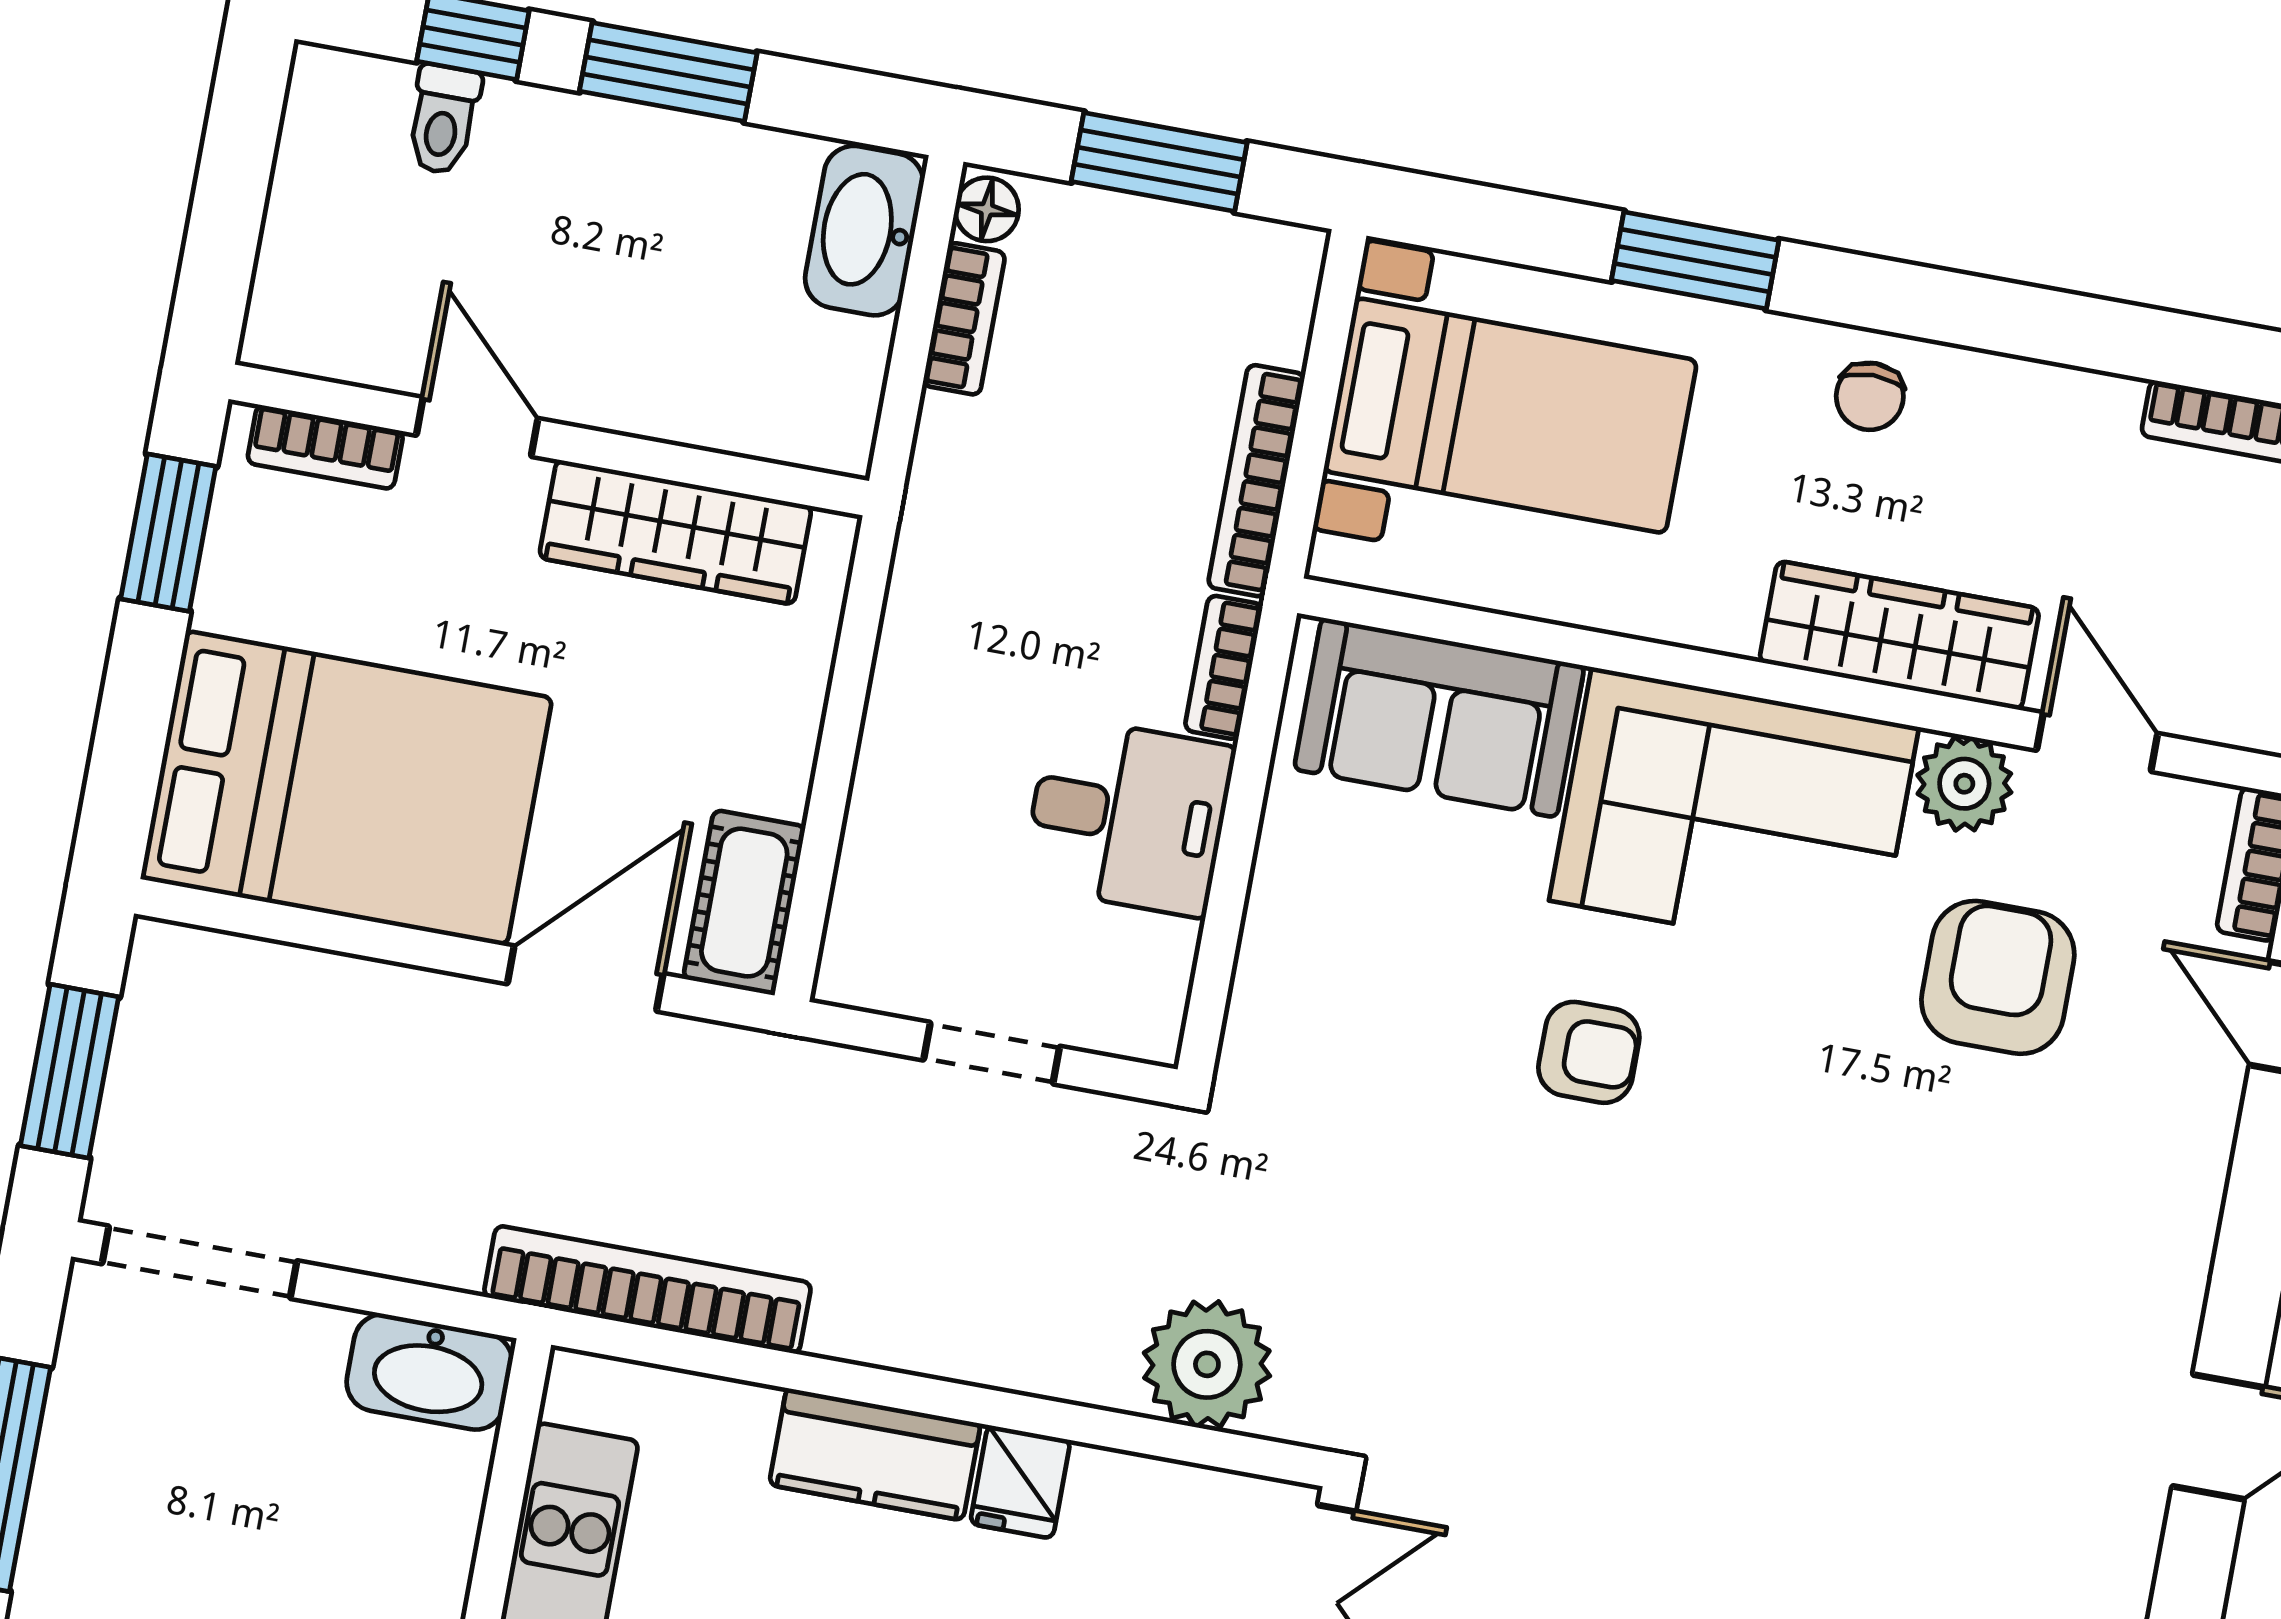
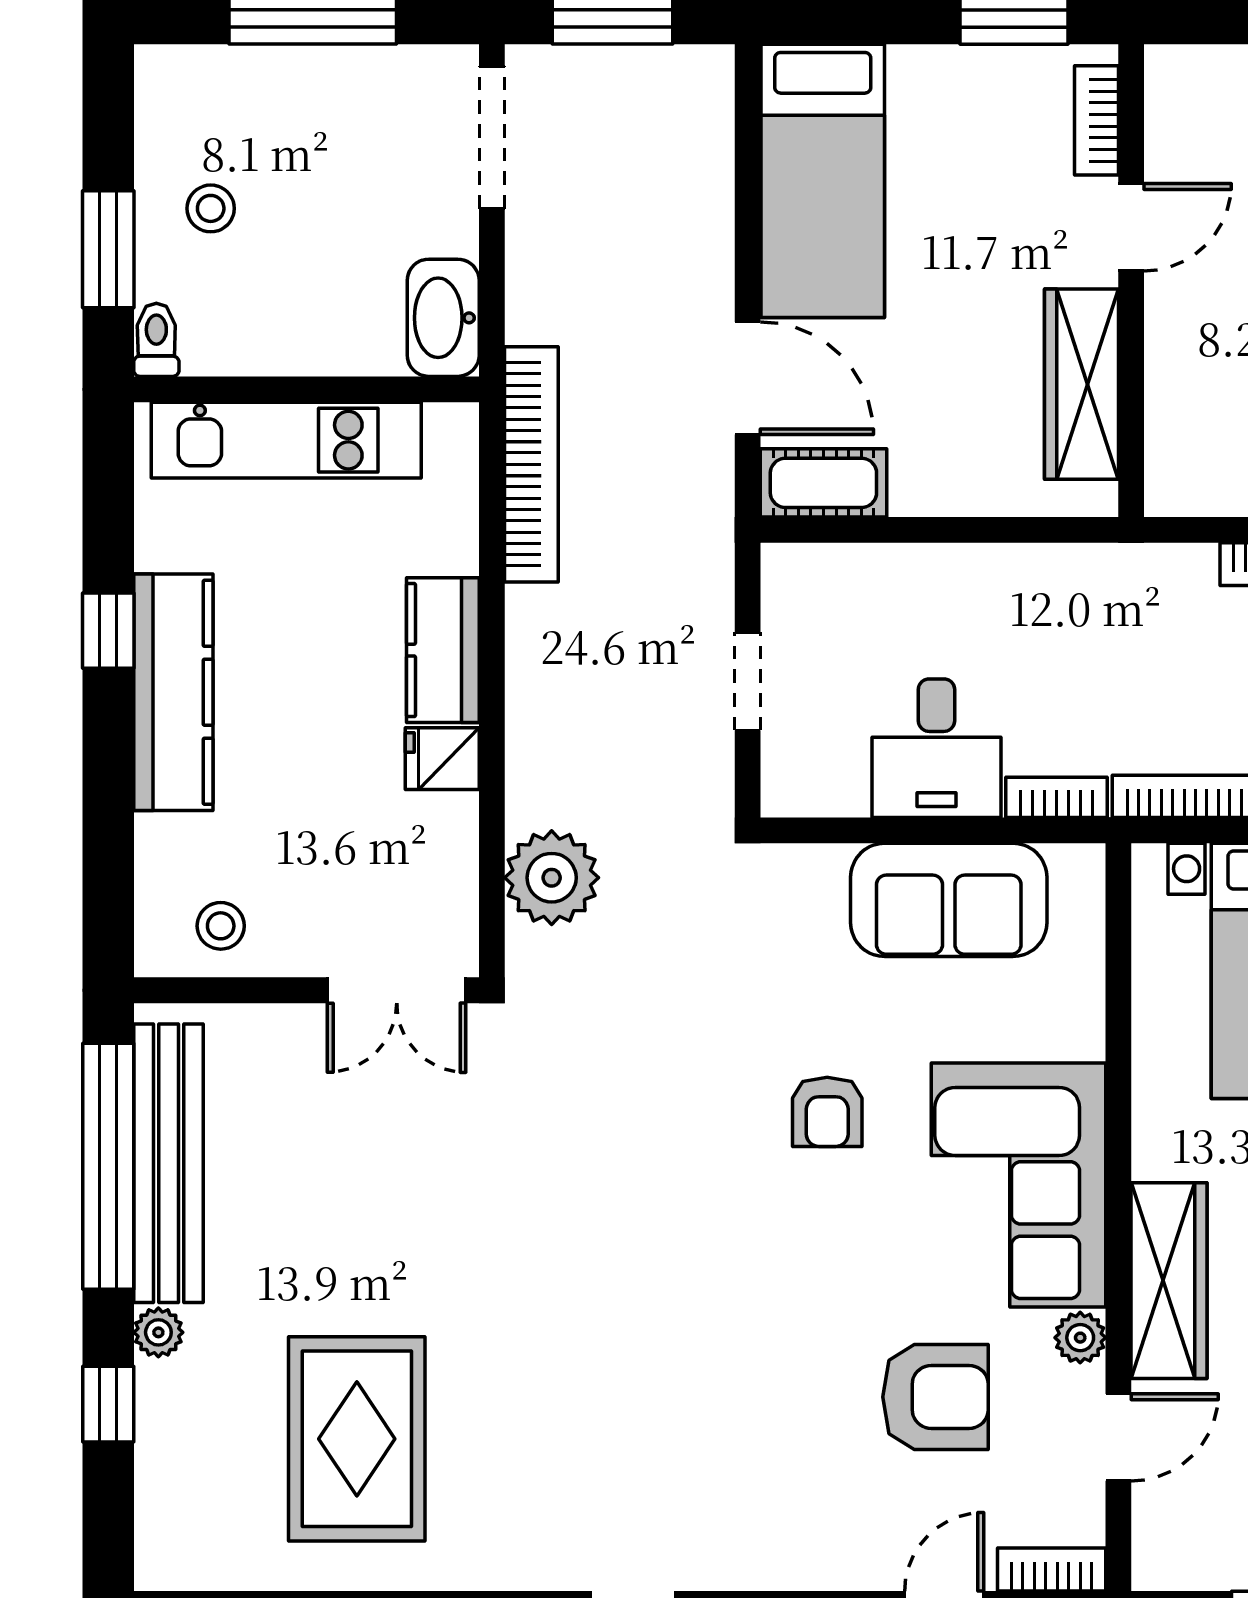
sofa: (1439, 718) -> (949, 900), moved, turned -90
plant: (1964, 784) -> (1080, 1338), width x0.73, depth x0.73
bed: (347, 788) -> (823, 181), width x0.67

